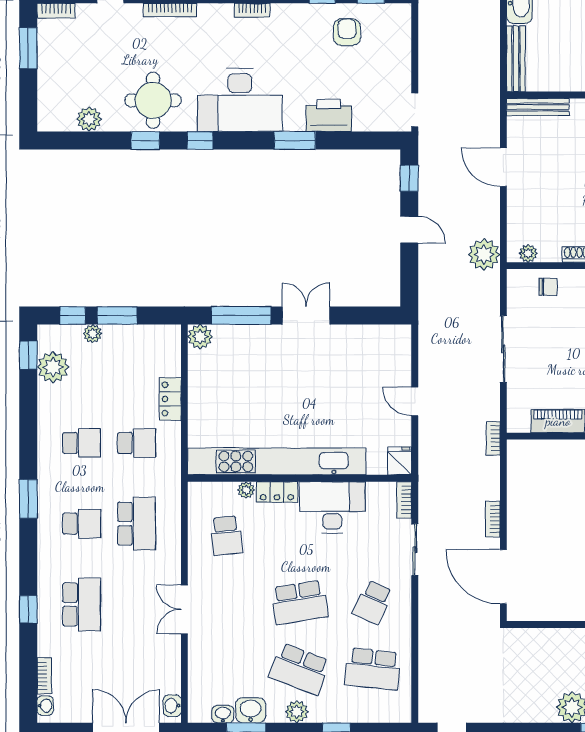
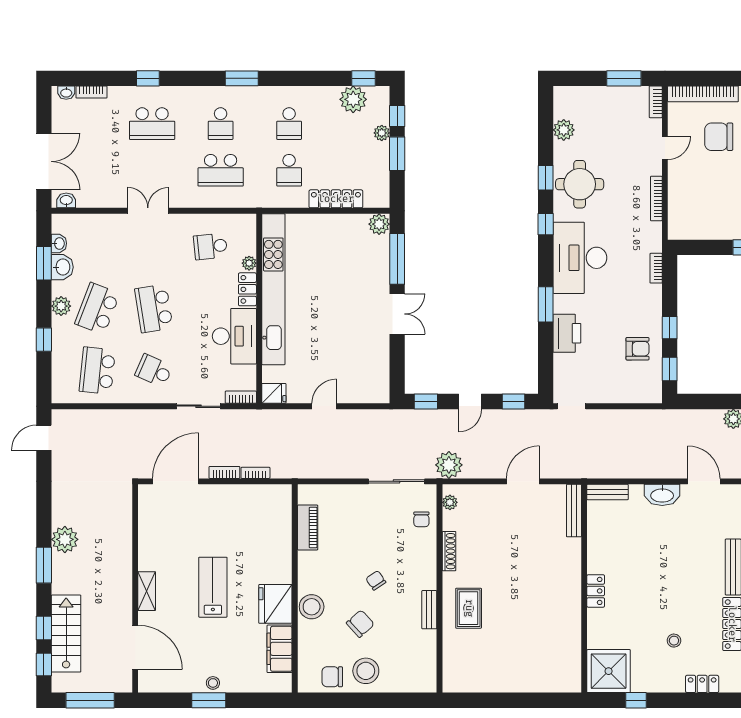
bench: (516, 59) -> (607, 492), width x0.73
window: (409, 282) -> (426, 402), added
sliding door: (503, 349) -> (397, 481), moved
locker: (170, 399) -> (336, 199), width x1.53
bookcase: (493, 438) -> (255, 473), moved

